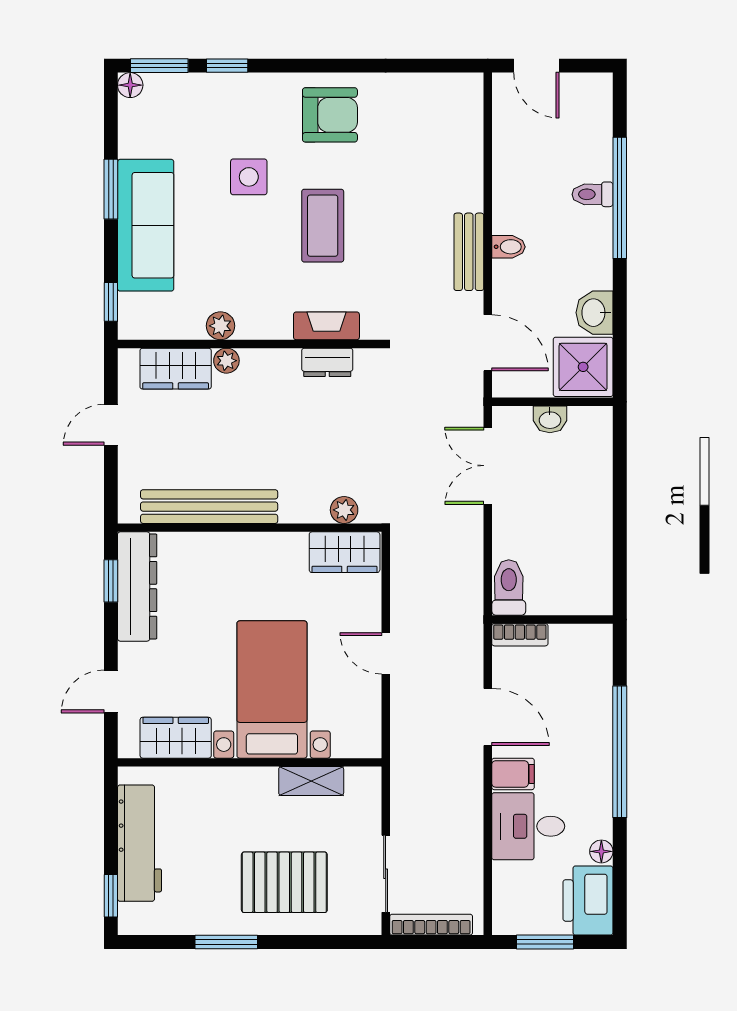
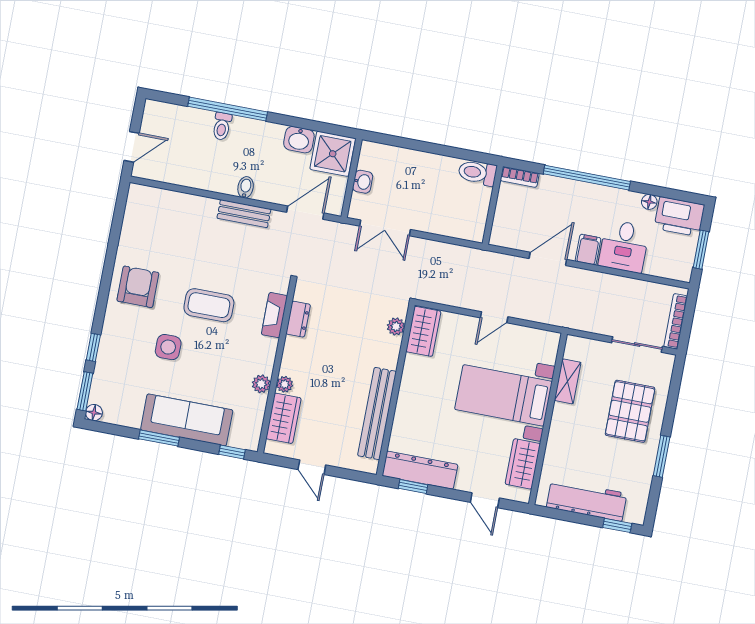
toilet: (509, 588) -> (477, 173), moved
bookcase: (520, 635) -> (520, 177), moved, turned 90

